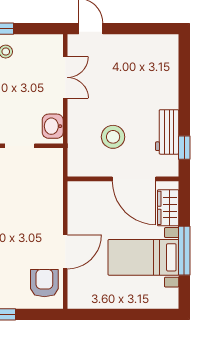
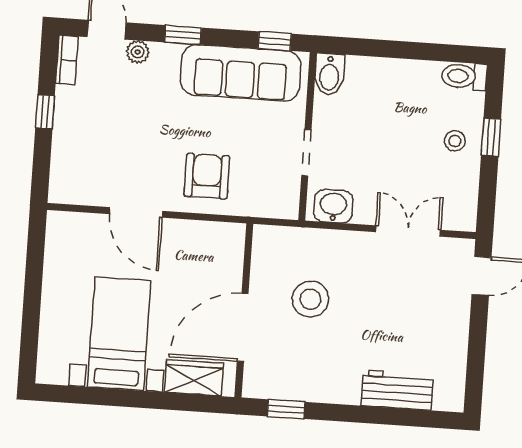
double door: (65, 77) -> (408, 231), swing flipped
workbench: (167, 132) -> (397, 390), moved
window: (184, 251) -> (125, 398), removed
armchair: (44, 283) -> (207, 176), moved, turned -90

